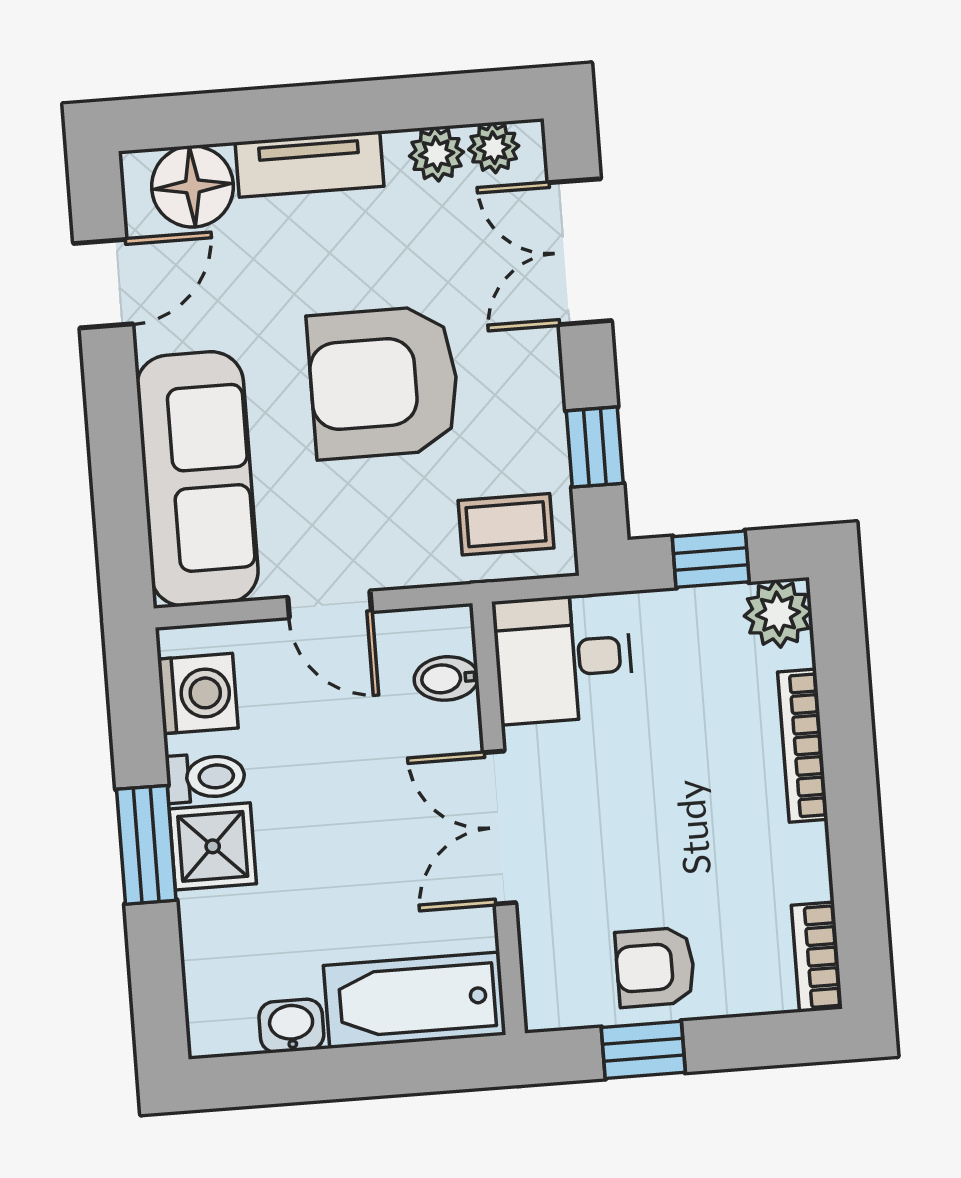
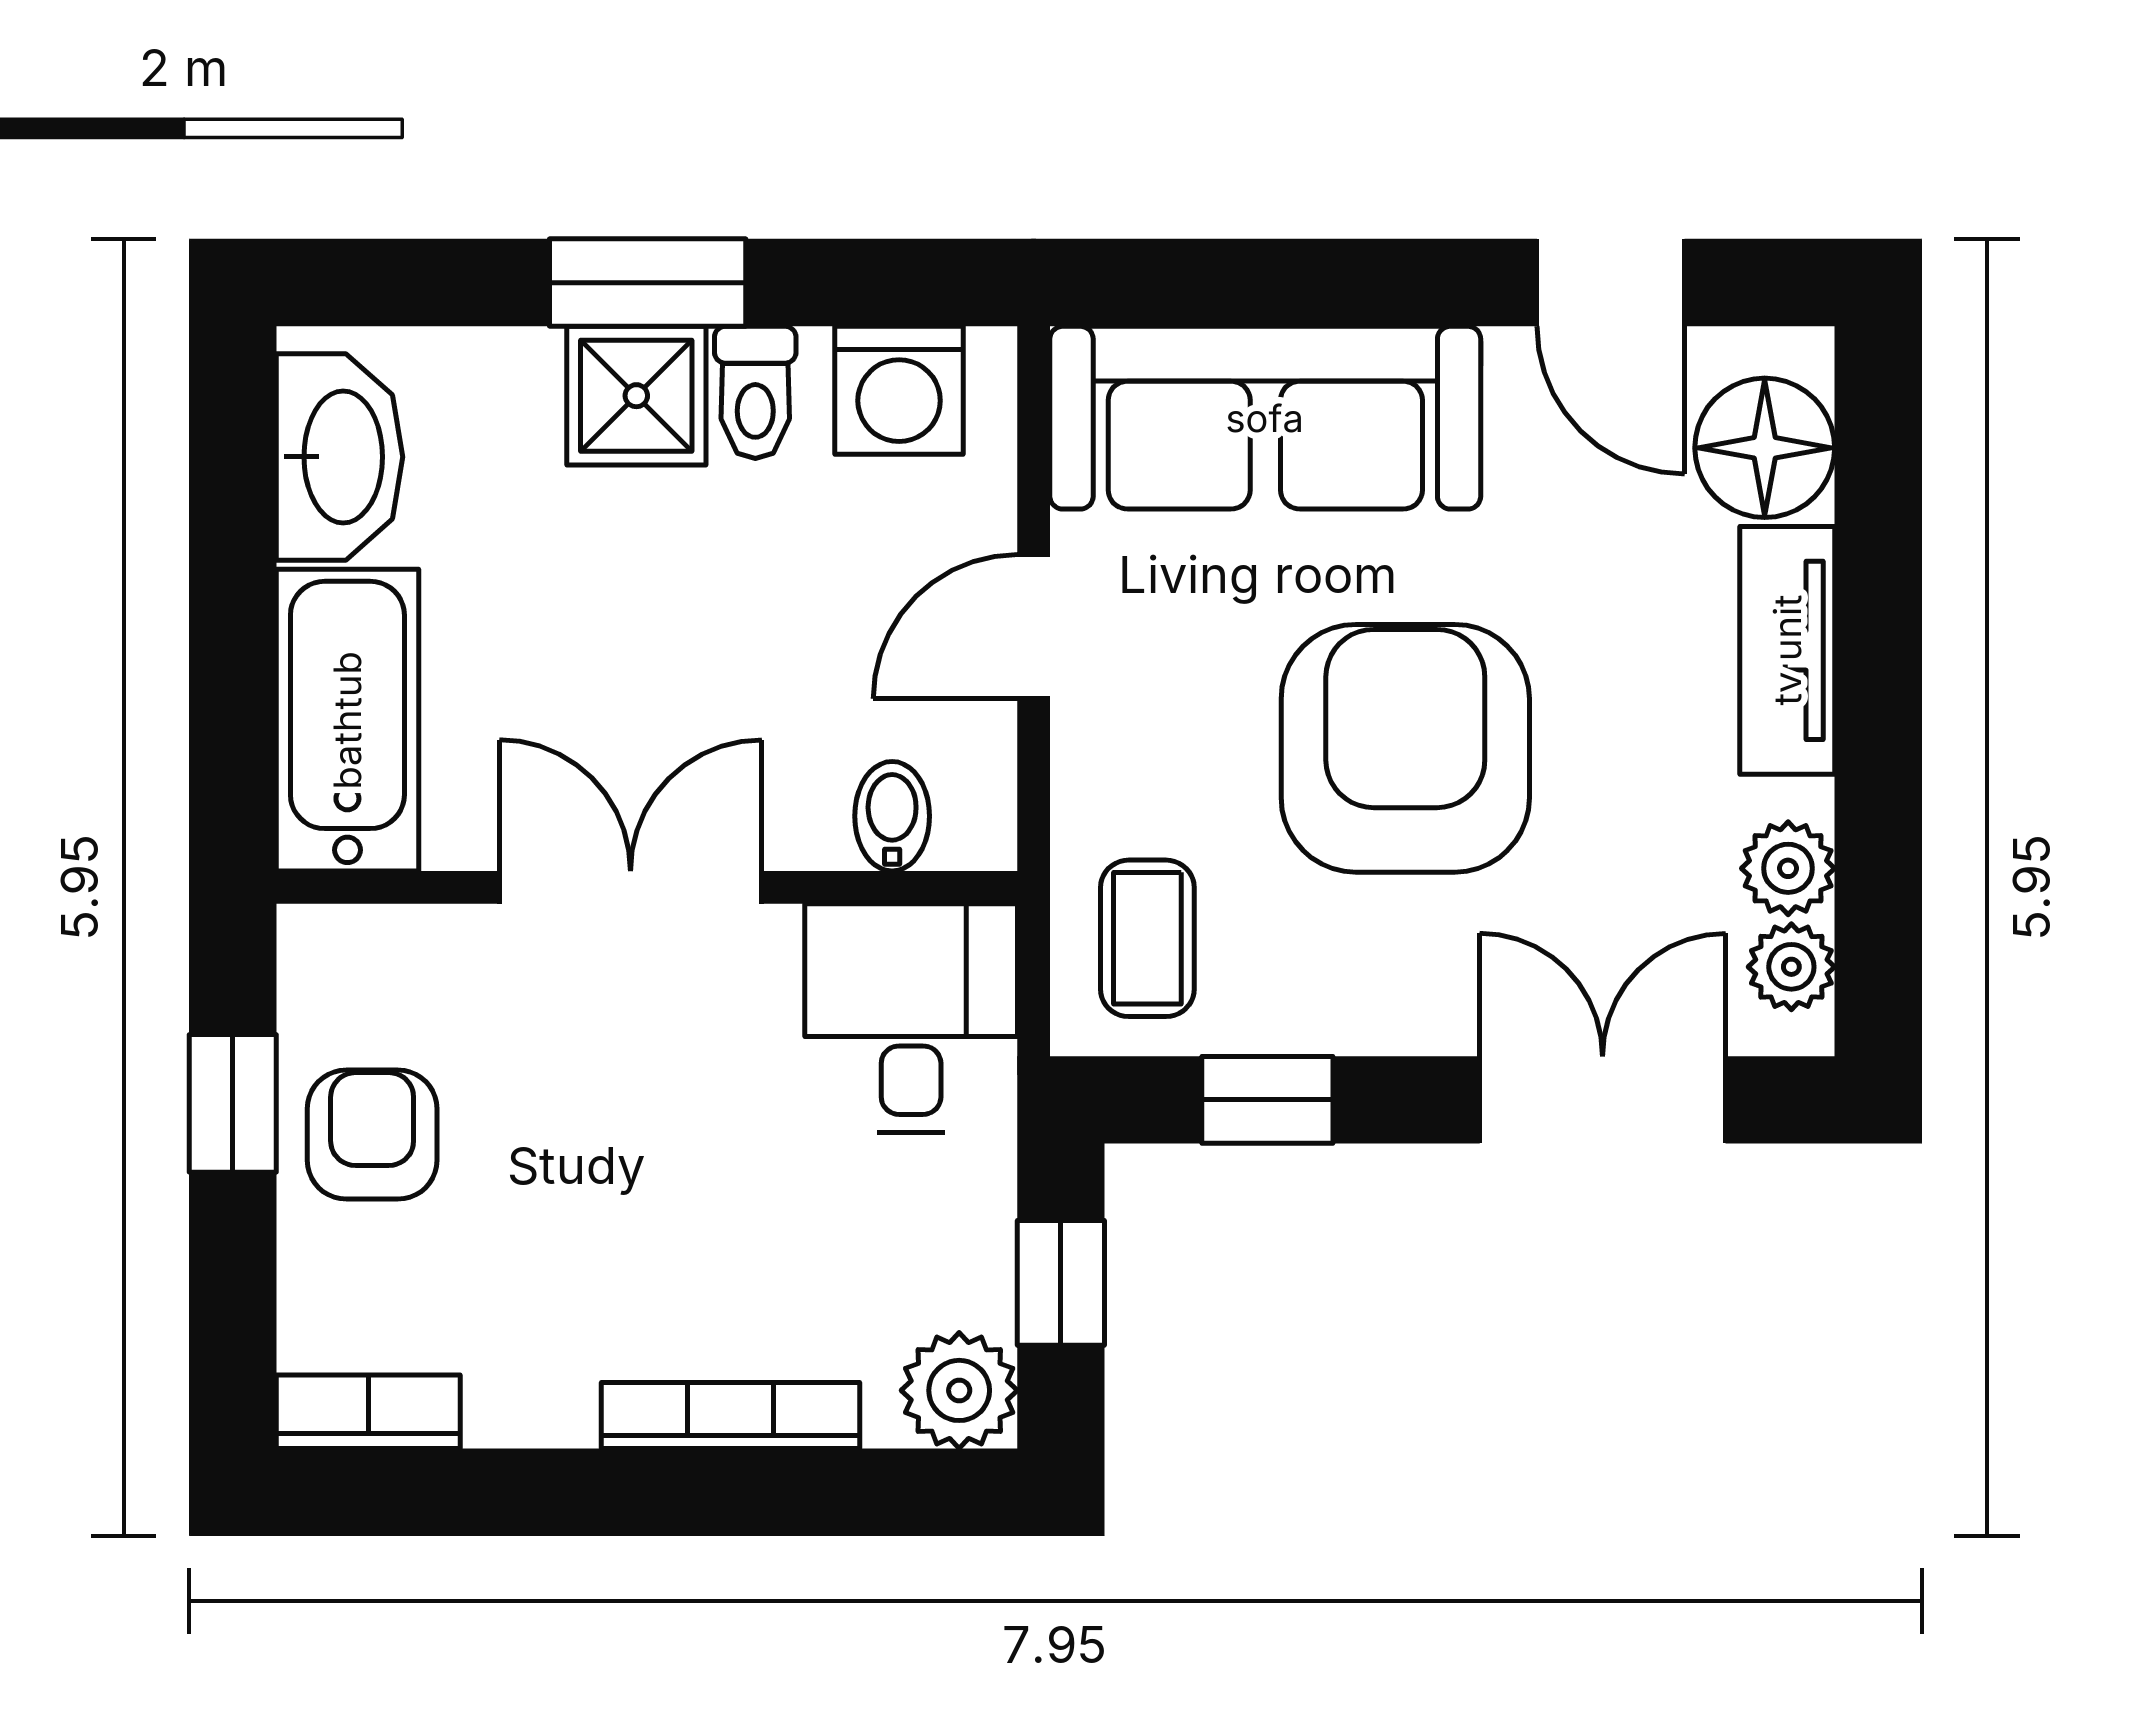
washbasin: (291, 1026) -> (339, 457), width x1.91, depth x1.45

